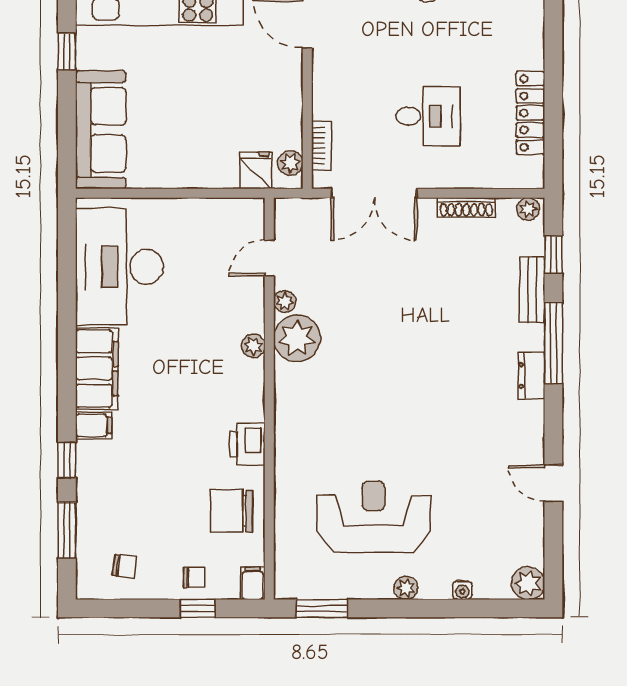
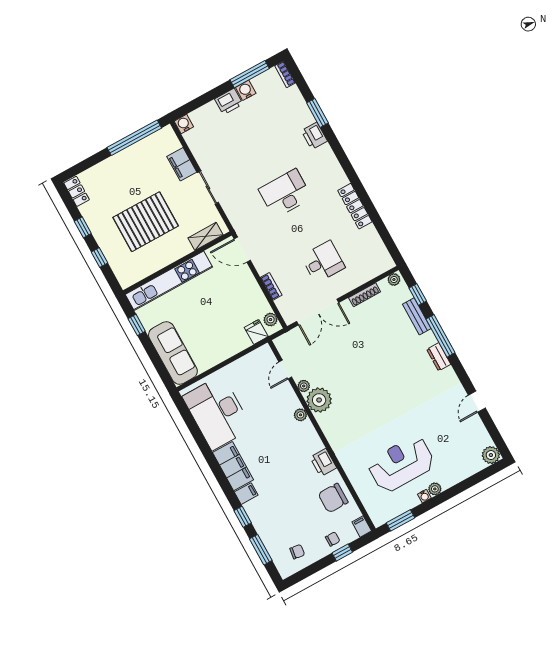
locker: (530, 113) -> (355, 206), moved
bookcase: (321, 145) -> (271, 286), moved
door: (553, 483) -> (477, 402), hinge flipped
water cooler: (462, 590) -> (424, 496), moved

